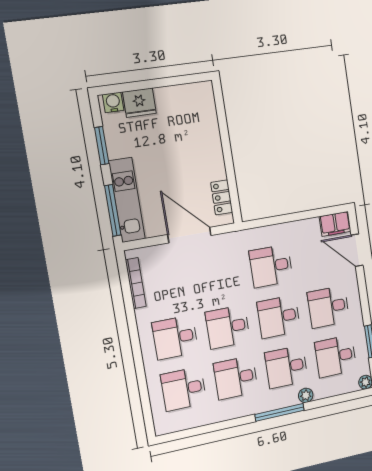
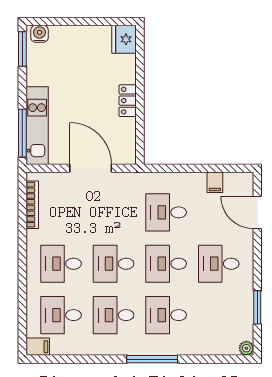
fridge: (139, 103) -> (124, 39), moved, turned 90
window: (102, 146) -> (22, 49), moved
locker: (222, 197) -> (128, 101), moved
filing cabinet: (335, 224) -> (215, 182), moved, width x0.50
desk: (336, 356) -> (219, 315), removed
plant: (306, 395) -> (181, 348), removed
filing cabinet: (166, 425) -> (38, 347), added

